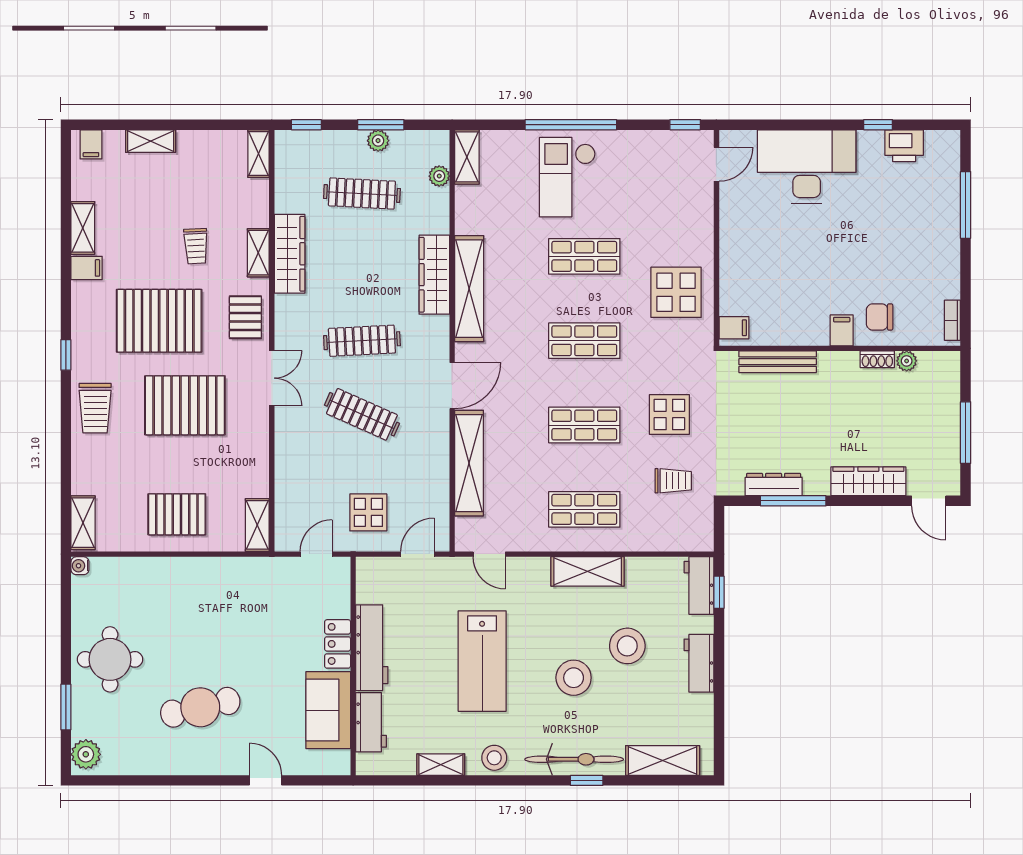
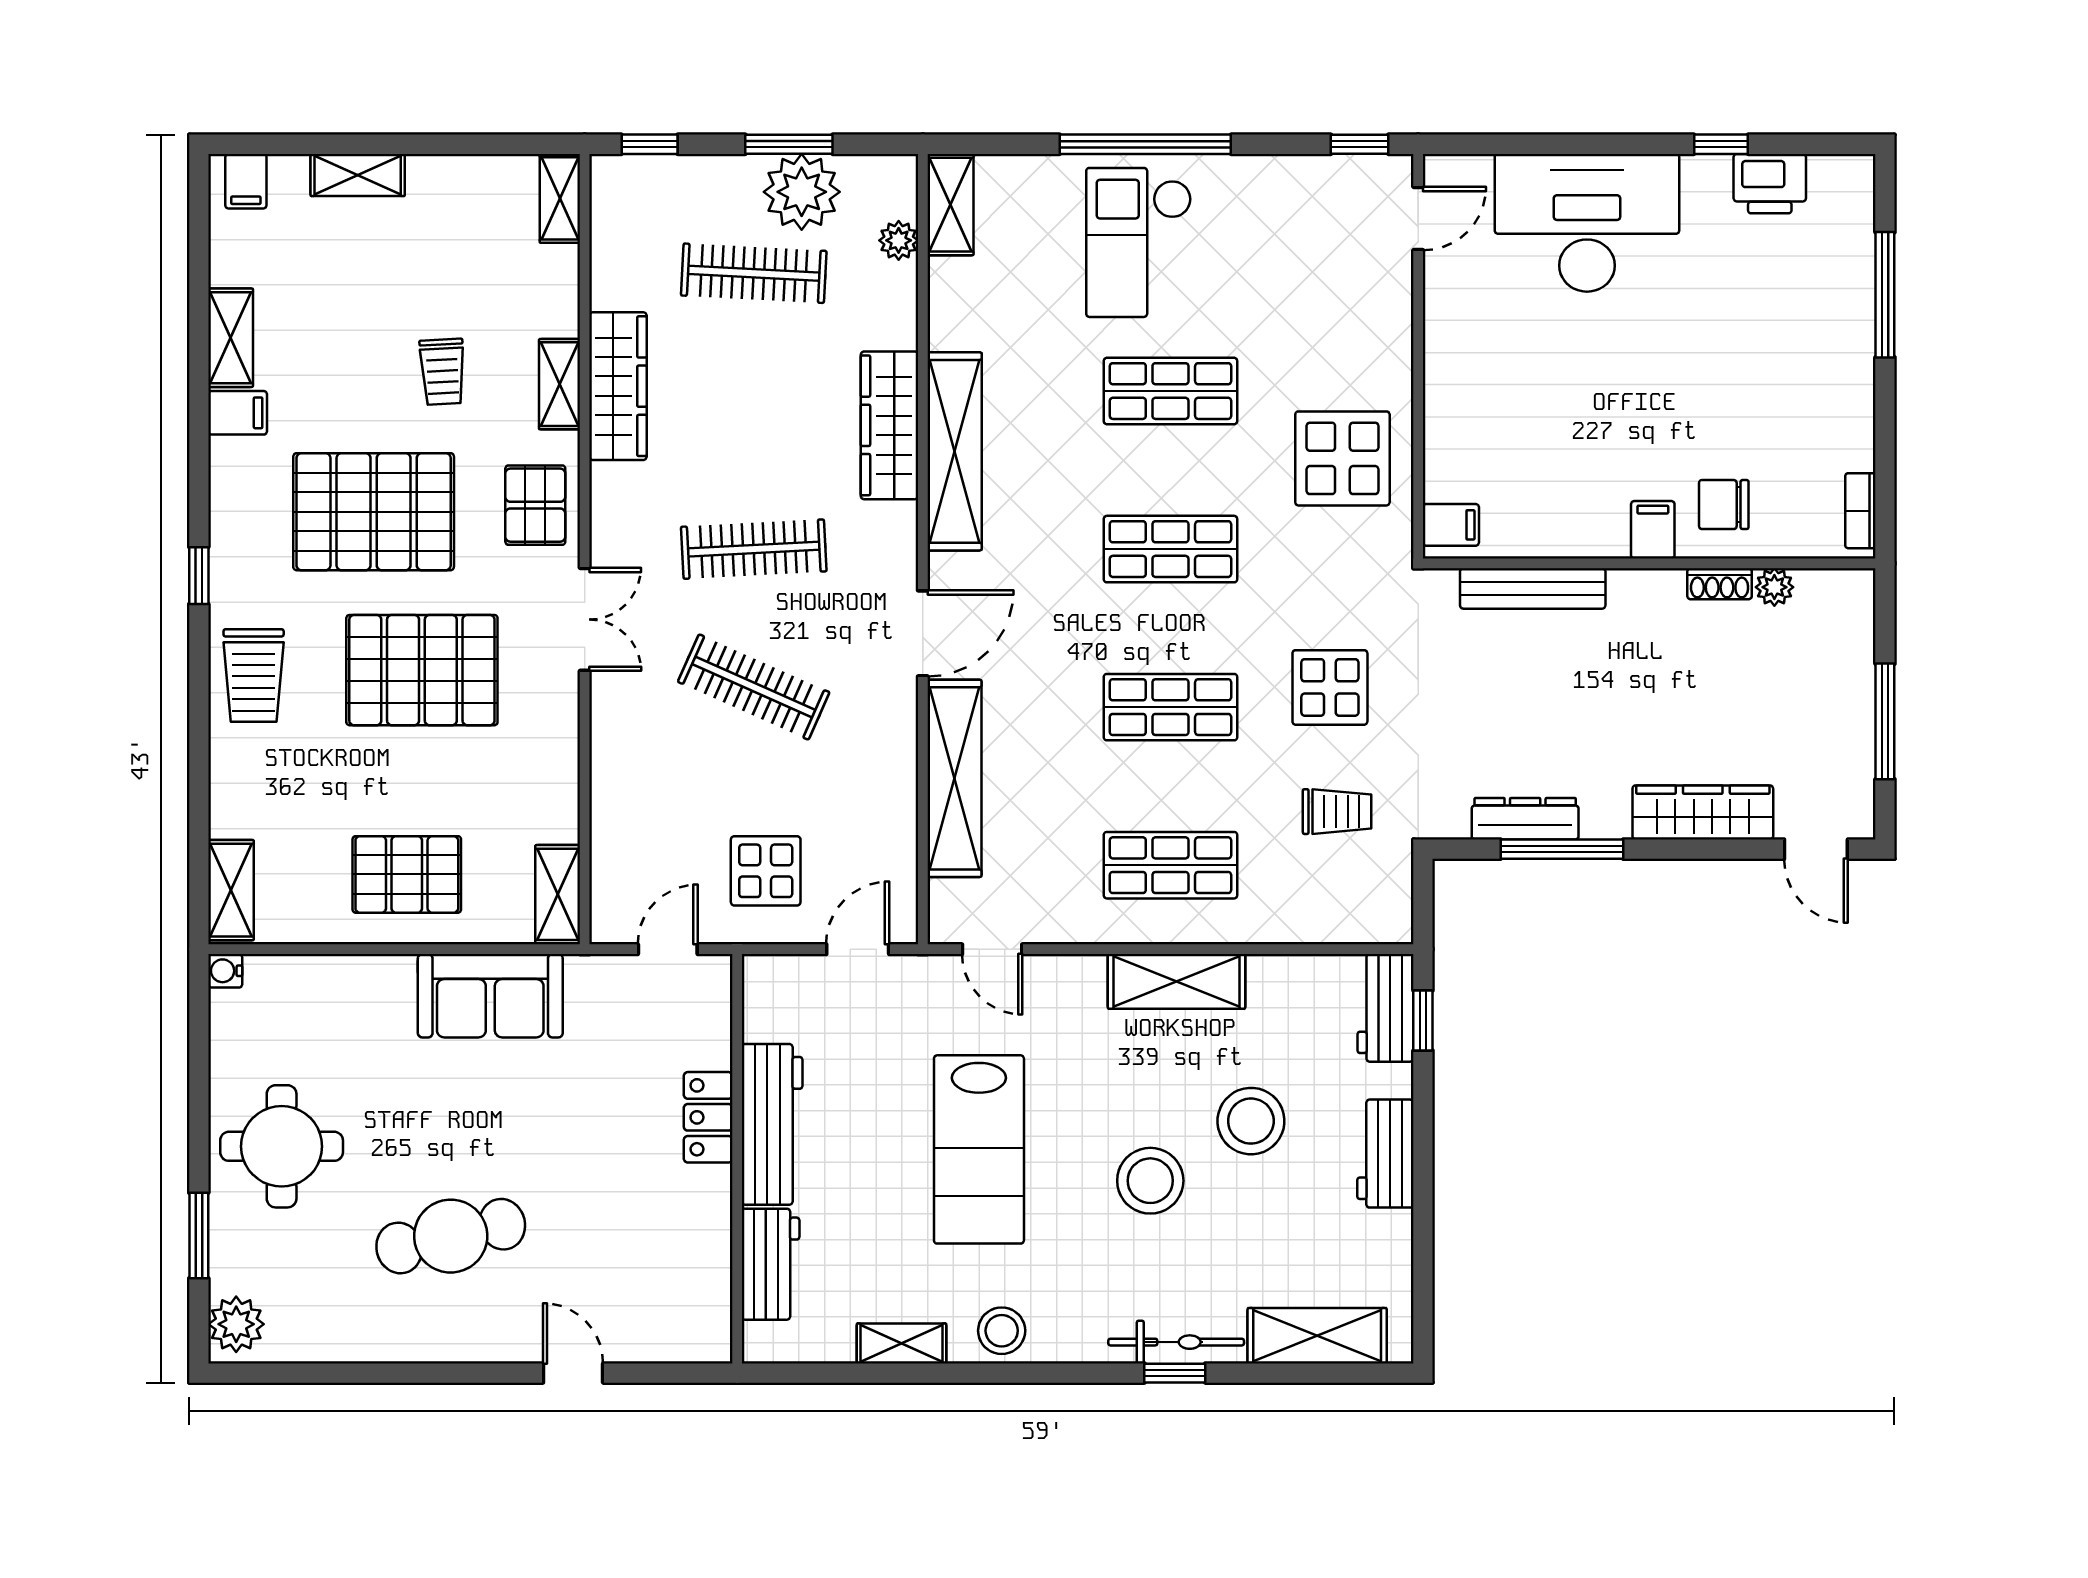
plant: (378, 141) -> (802, 192), width x1.88, depth x1.88
sofa: (328, 710) -> (490, 996), moved, turned -90
bicycle: (574, 759) -> (1176, 1342), width x0.73, depth x0.71

